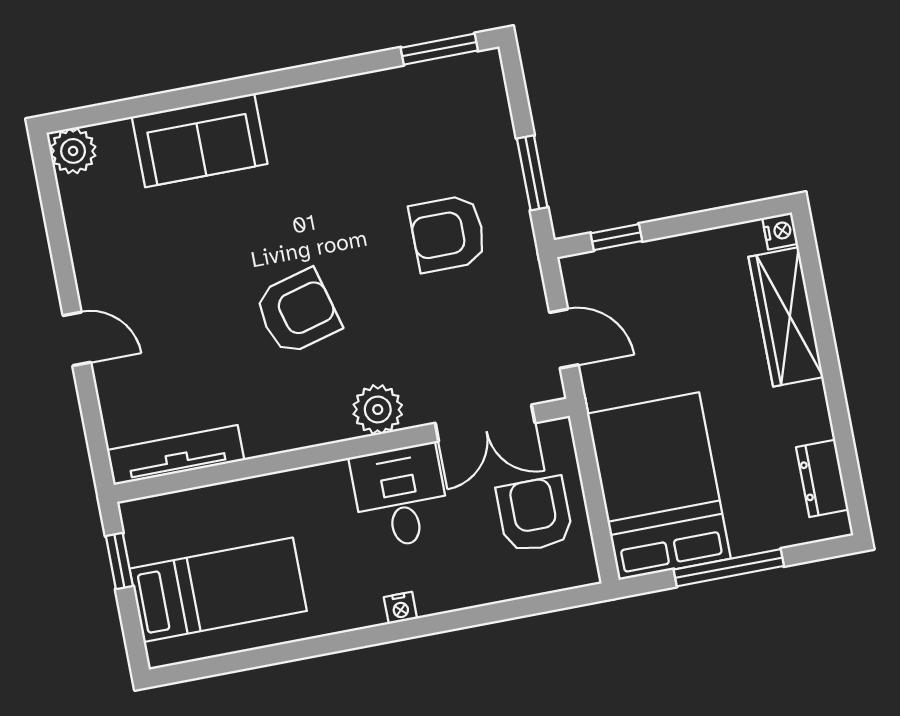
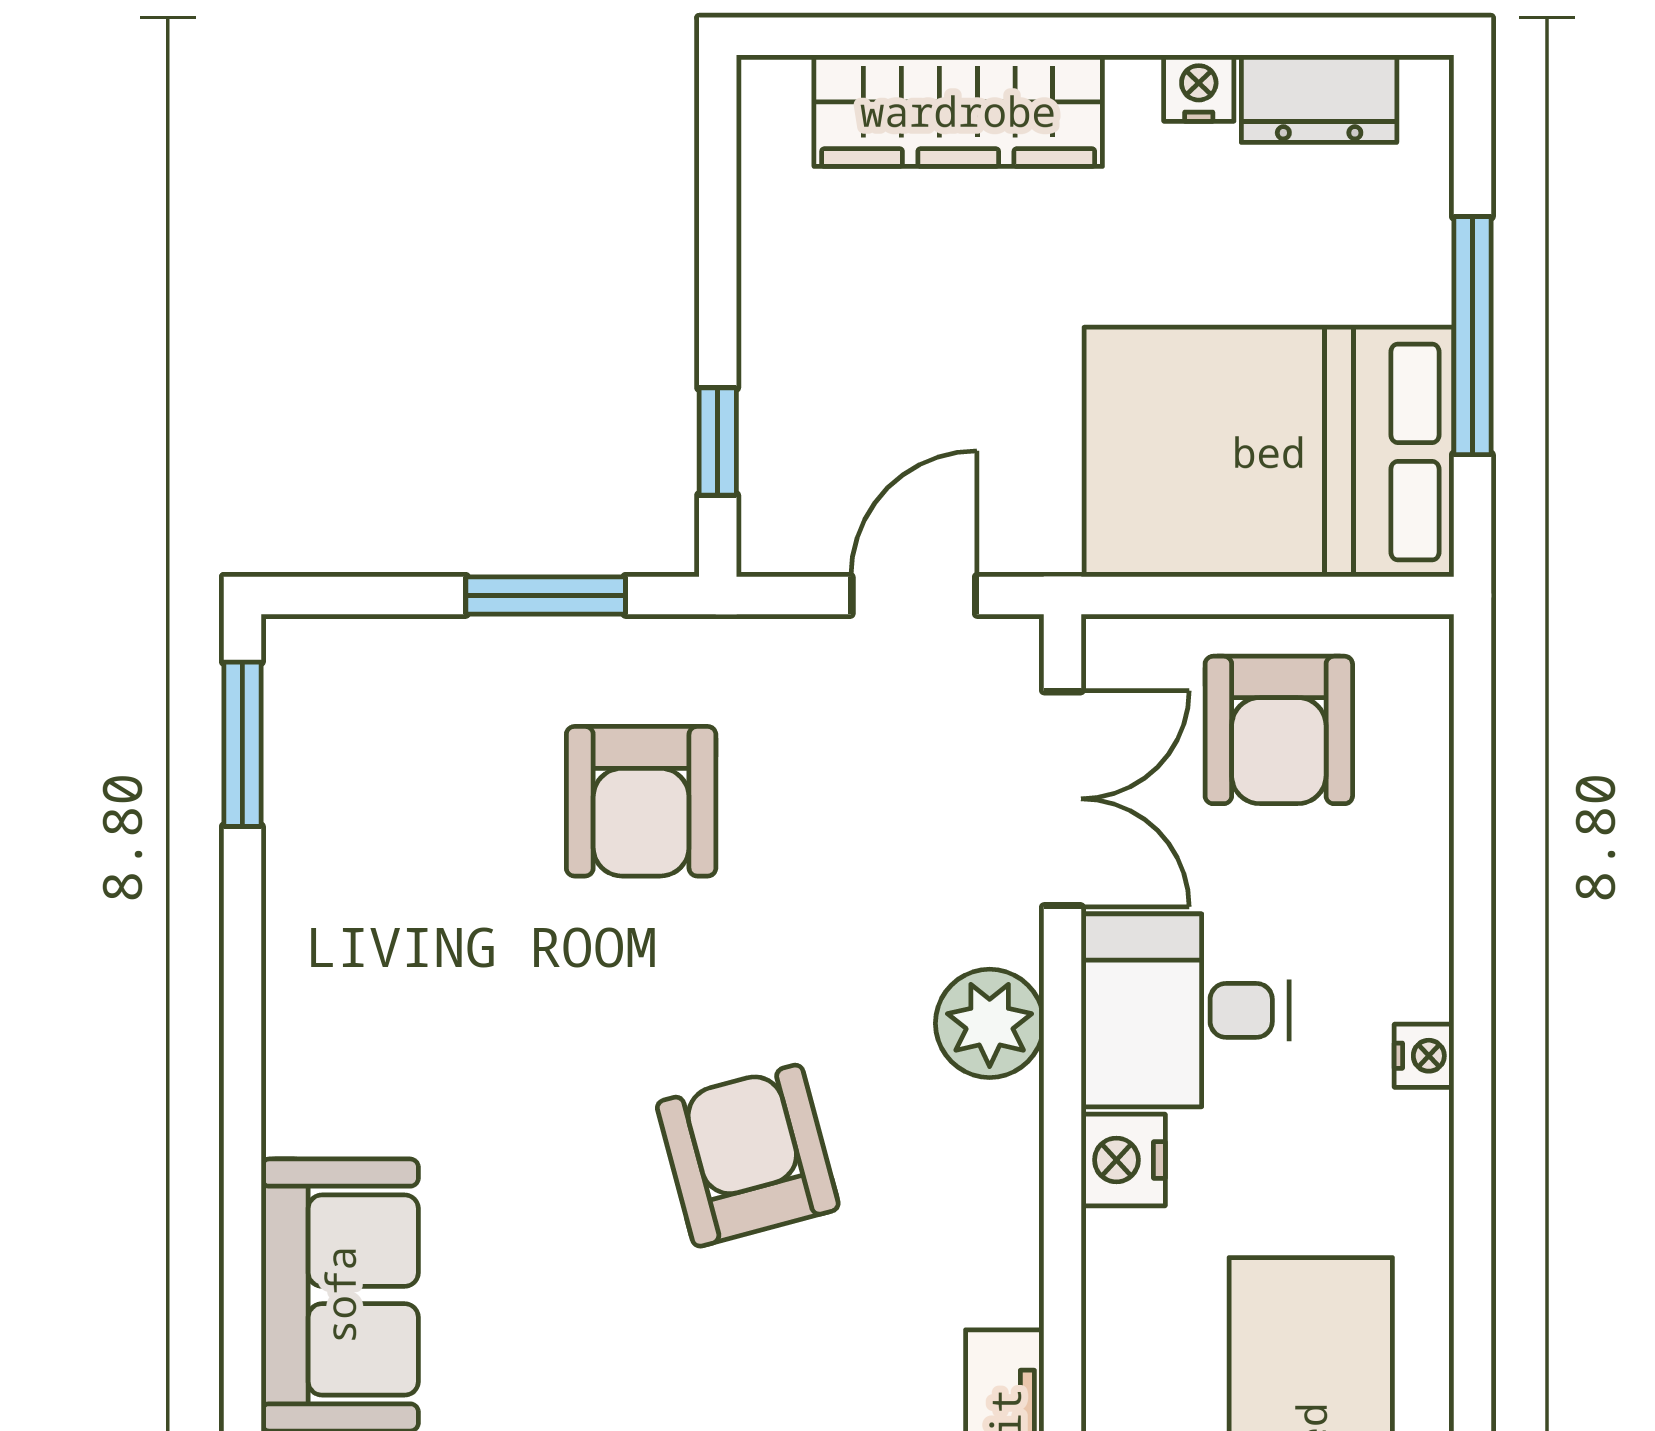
nightstand: (780, 231) -> (1199, 88), moved
nightstand: (328, 481) -> (1123, 1160), added
armchair: (535, 514) -> (1279, 730), turned -90

